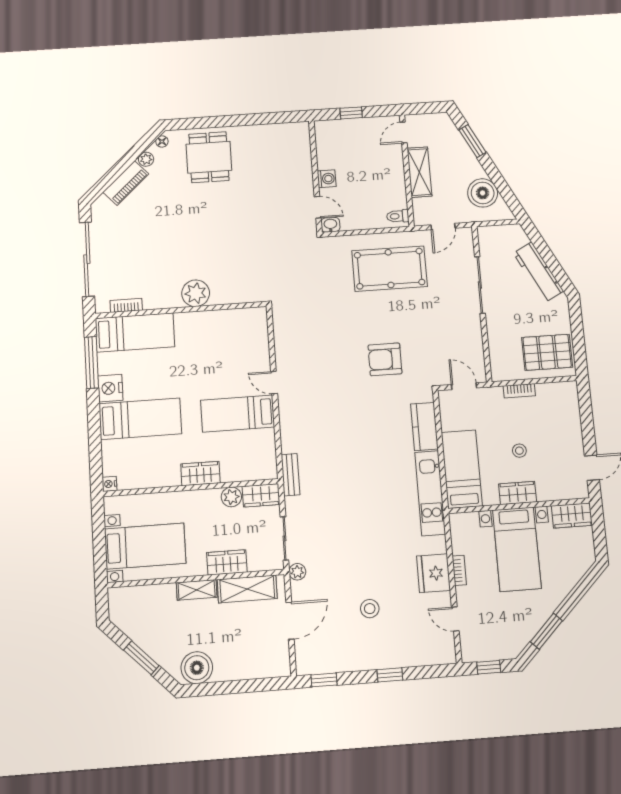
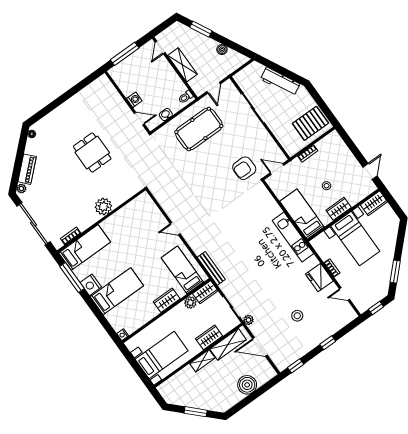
window: (351, 113) -> (125, 54), width x2.17
dining table: (209, 157) -> (92, 153), moved
plant: (146, 159) -> (21, 189), moved
boiler: (483, 193) -> (222, 50), width x0.54, depth x0.54
washbasin: (330, 225) -> (166, 115), moved
armchair: (385, 359) -> (244, 168), moved
bed: (238, 414) -> (182, 270), moved, turned 90
kitchen counter: (424, 426) -> (269, 204), removed
bench: (290, 475) -> (211, 268), width x1.36
door: (290, 621) -> (260, 347), swing flipped
boiler: (197, 668) -> (247, 385), moved

